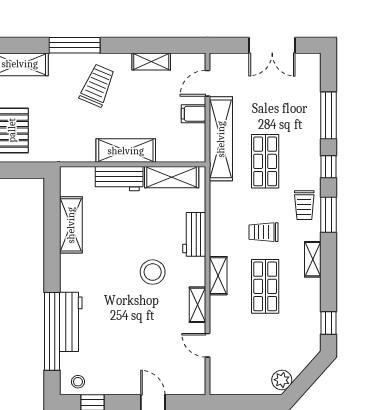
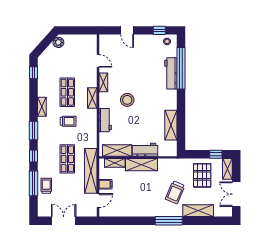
shelving: (151, 62) -> (115, 163), moved
trolley: (97, 85) -> (175, 192), moved
trolley: (304, 205) -> (46, 186), moved

